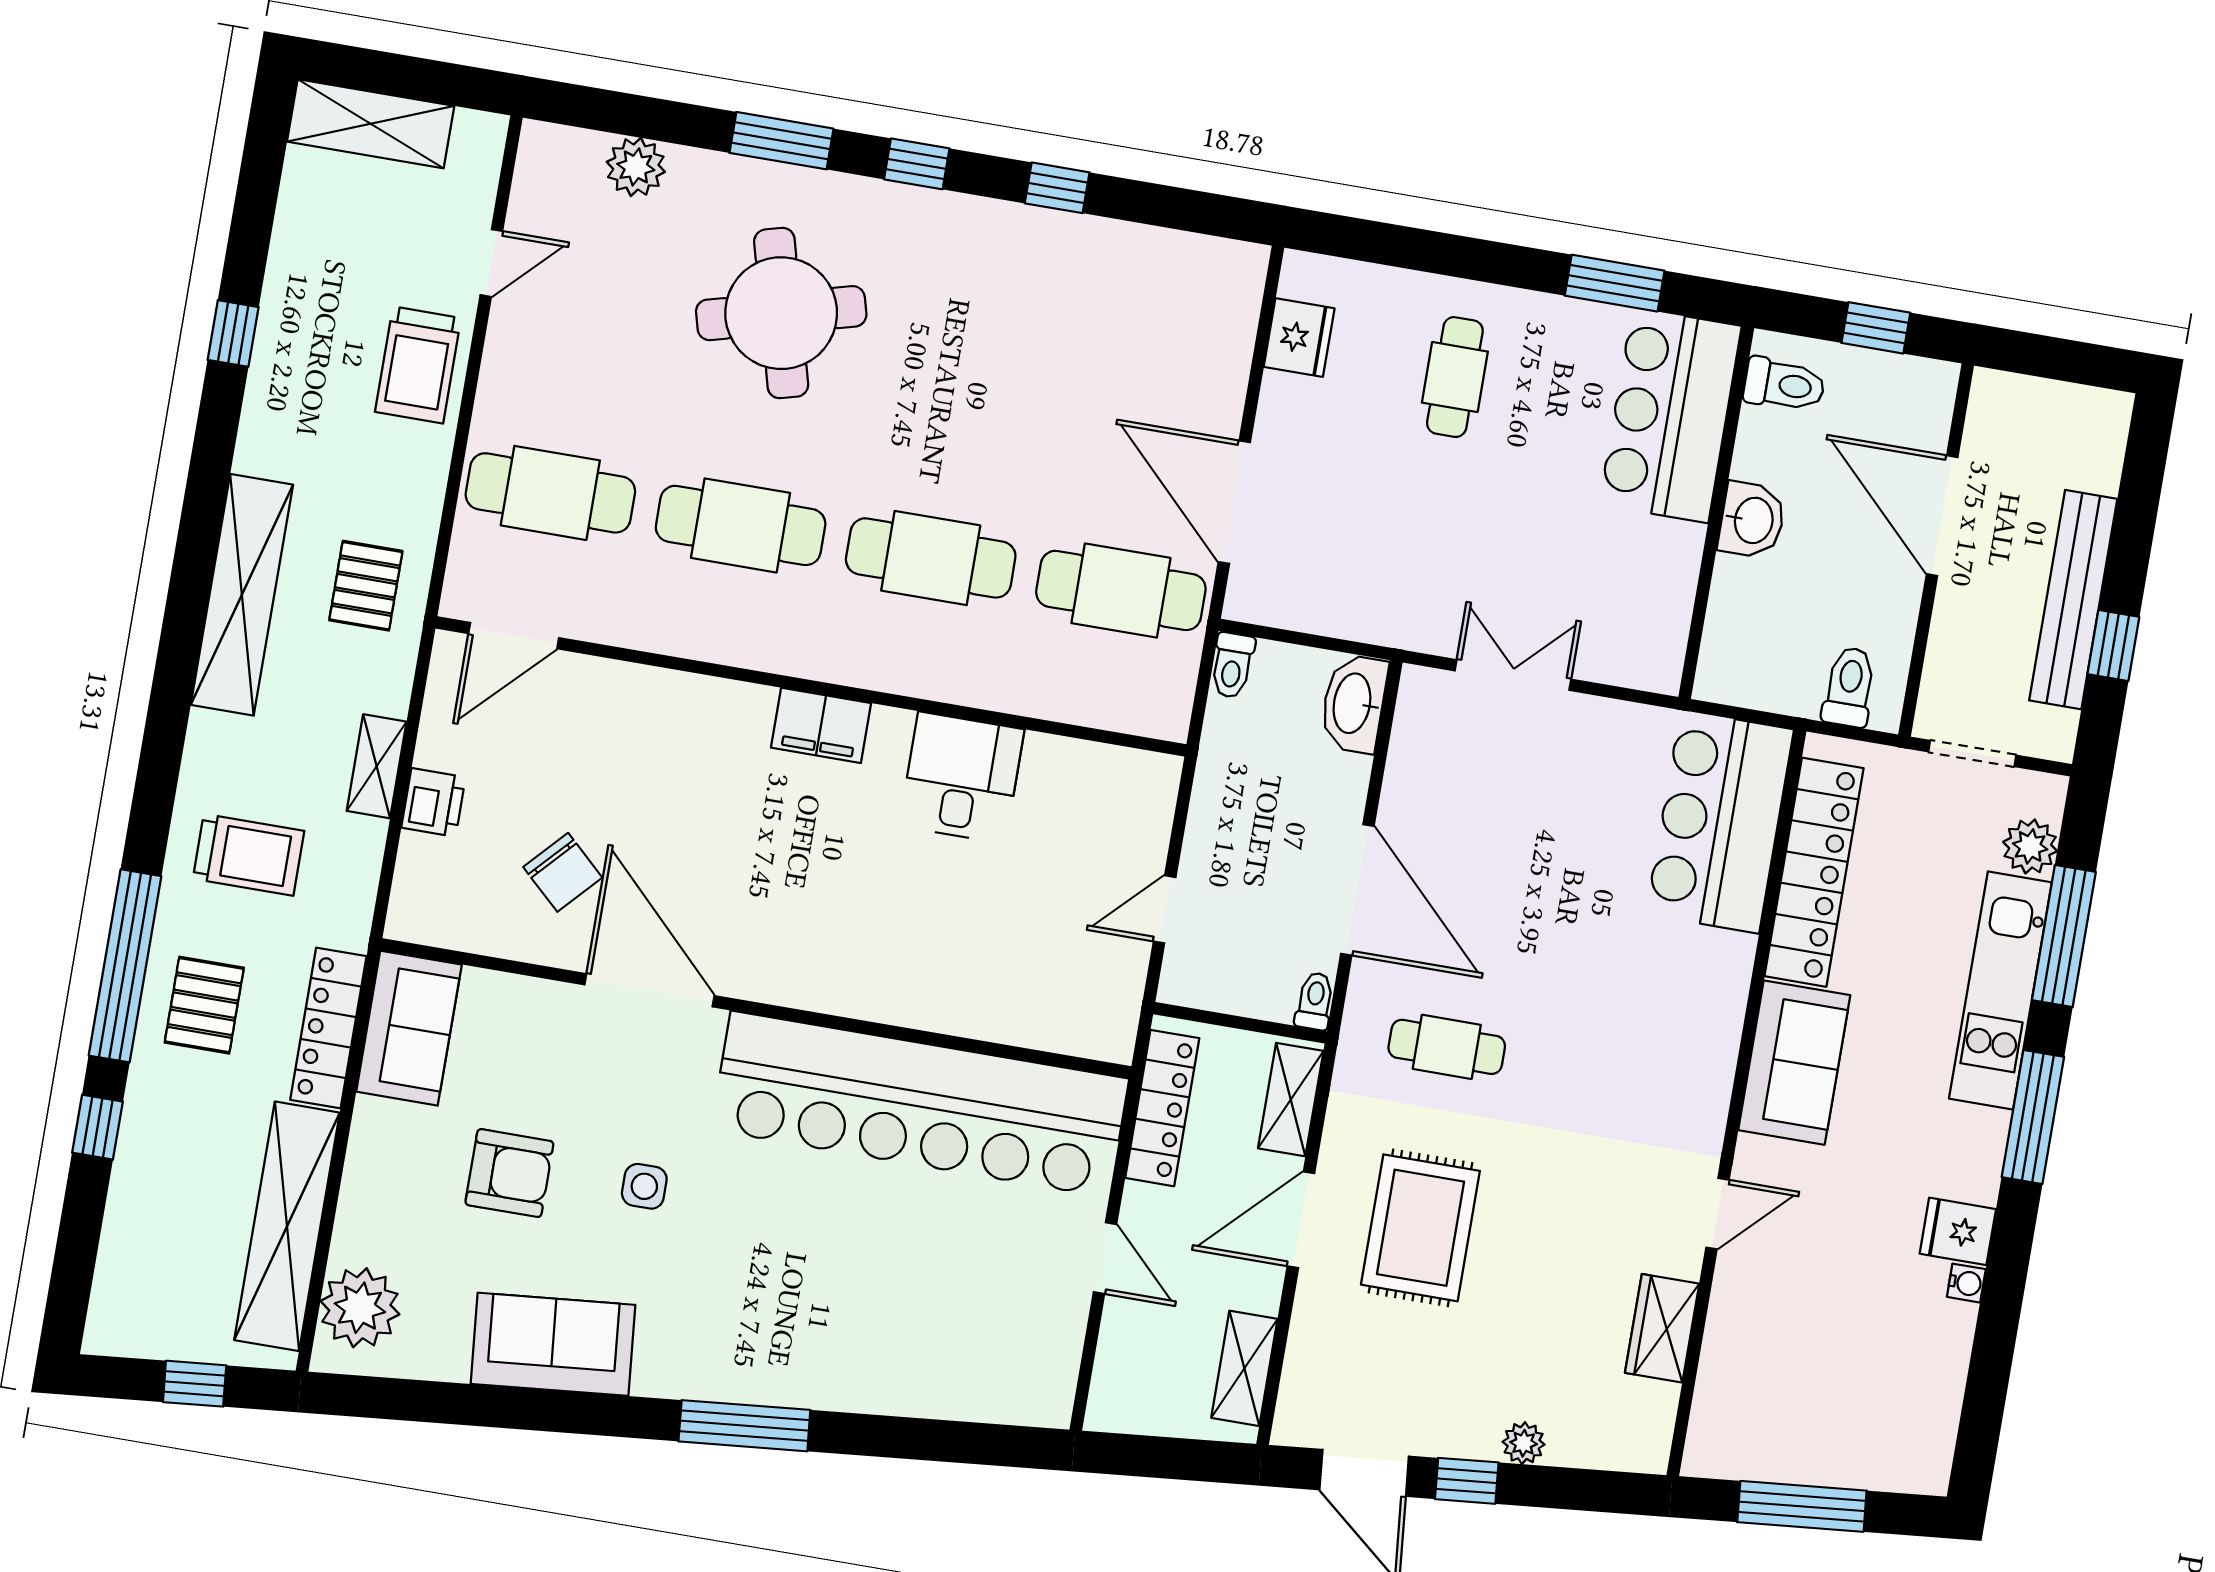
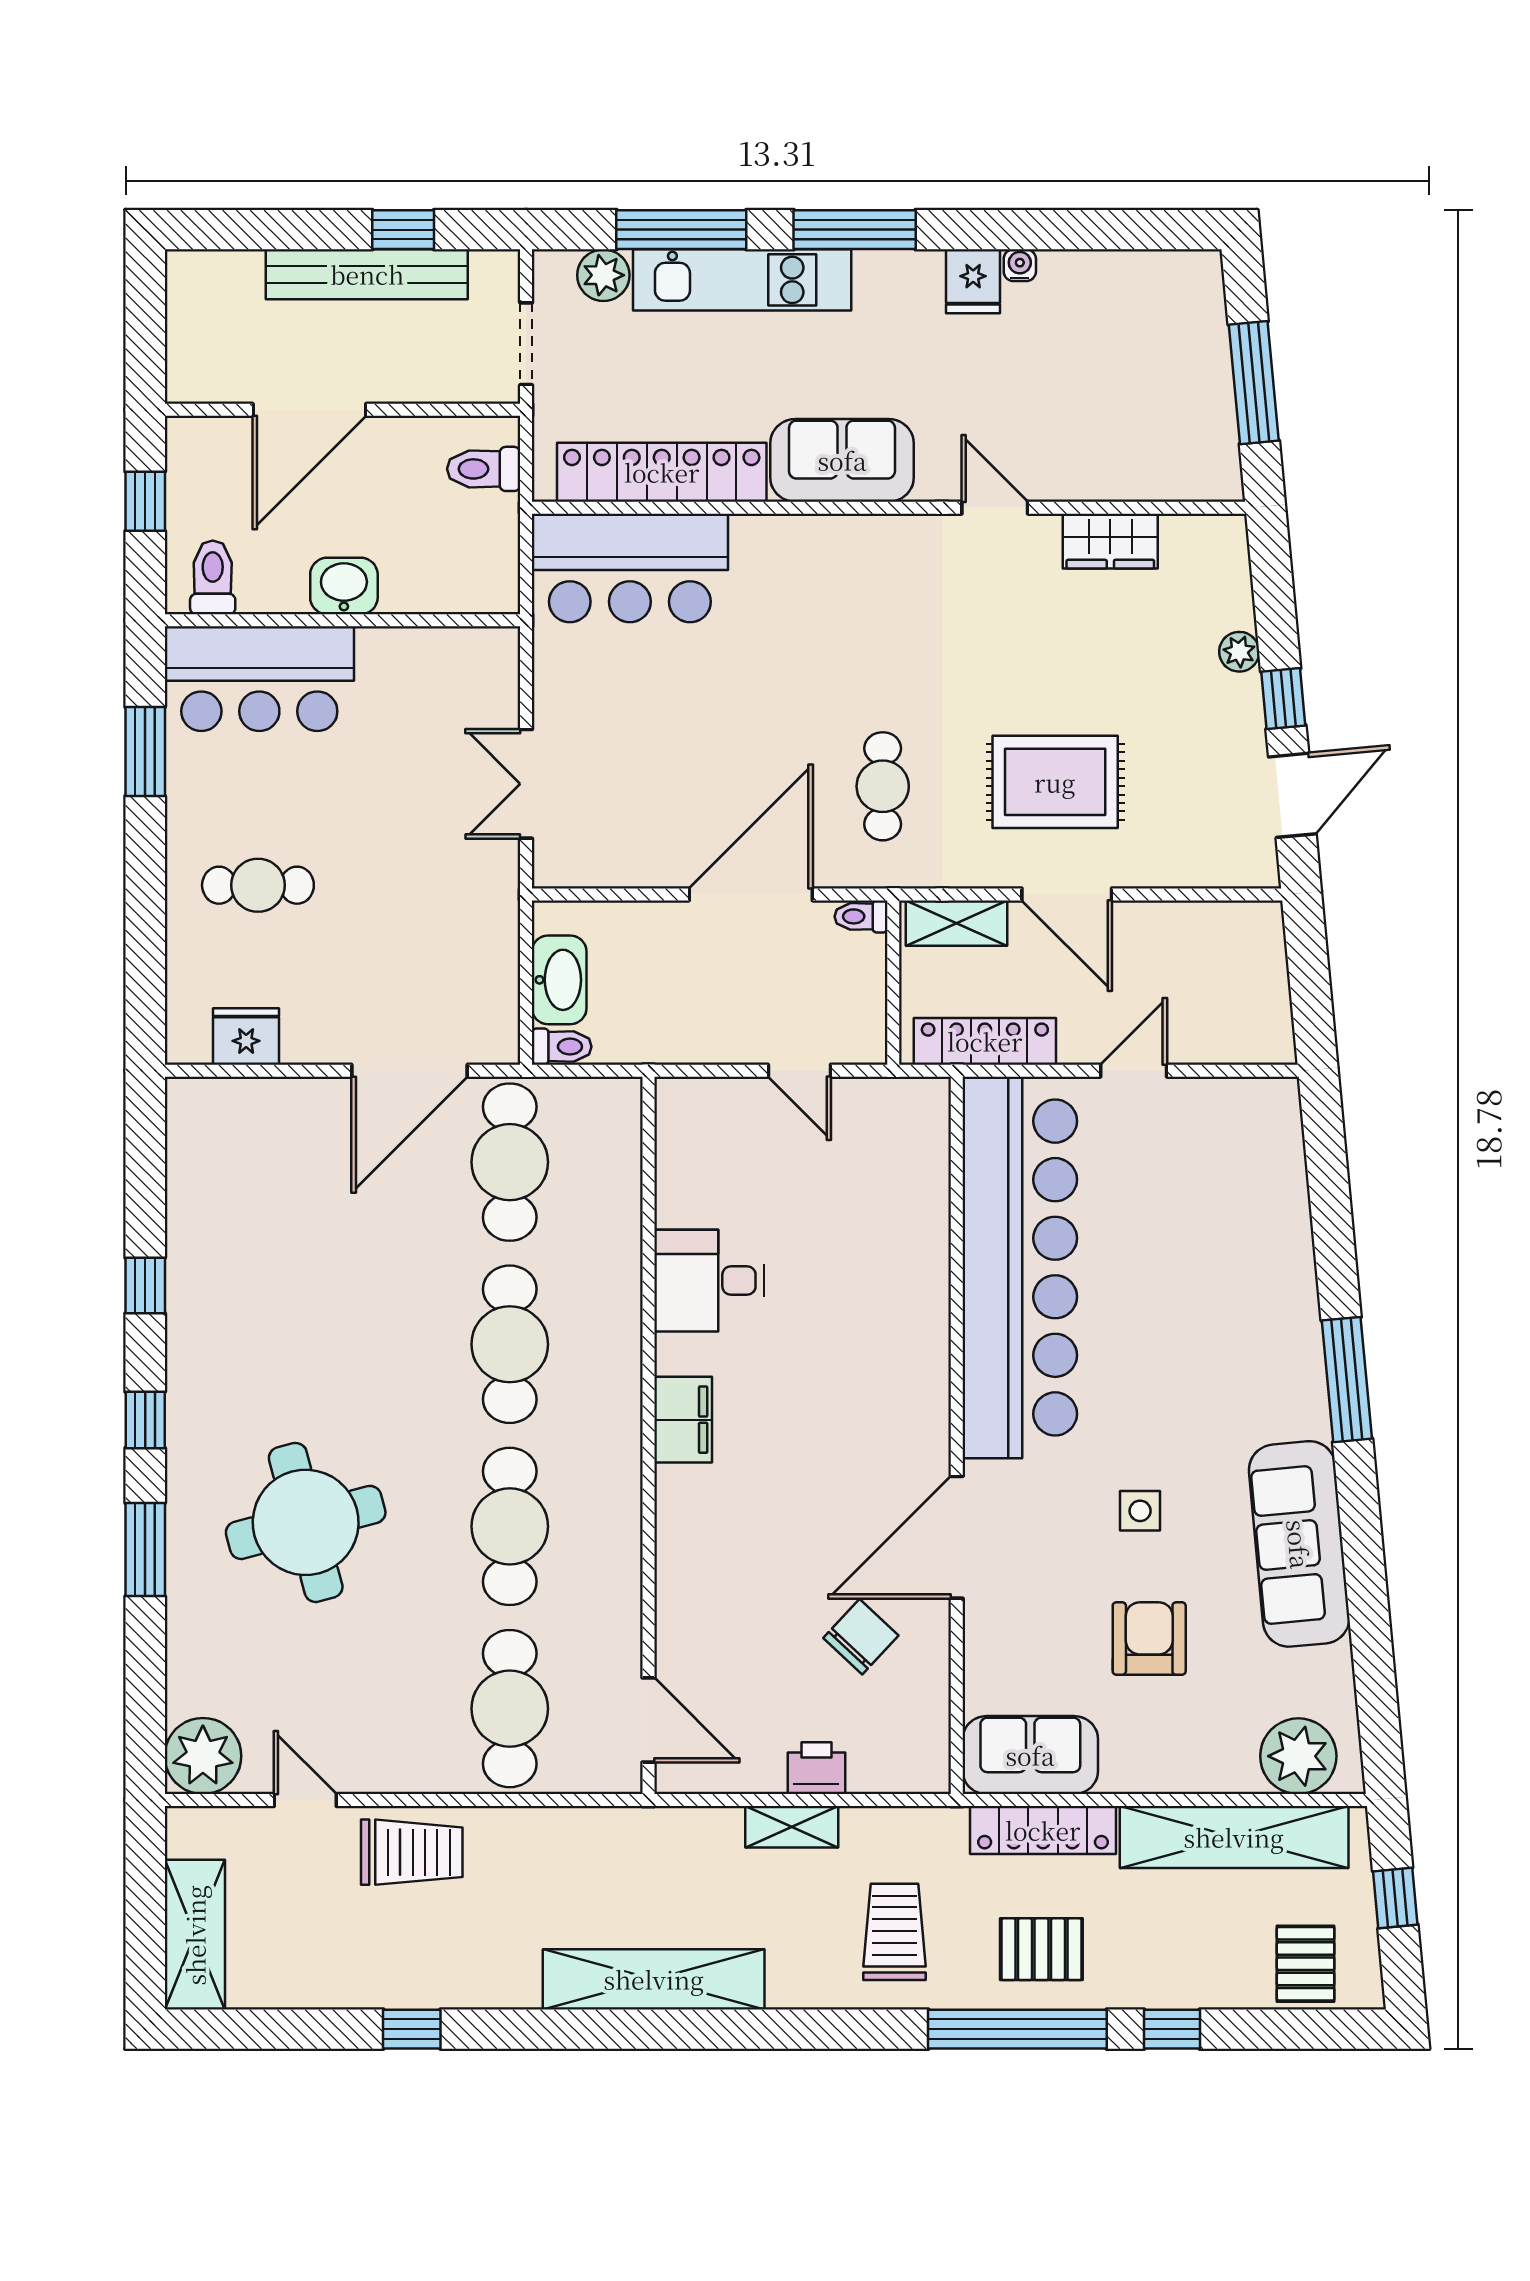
plant: (636, 167) -> (203, 1756), moved, width x1.36, depth x1.36
pallet: (366, 586) -> (1306, 1964), moved, turned 90
washbasin: (1354, 704) -> (559, 980), moved, turned -90
sofa: (553, 1344) -> (1299, 1544), width x1.36
shelving: (1244, 1368) -> (1214, 923), removed

